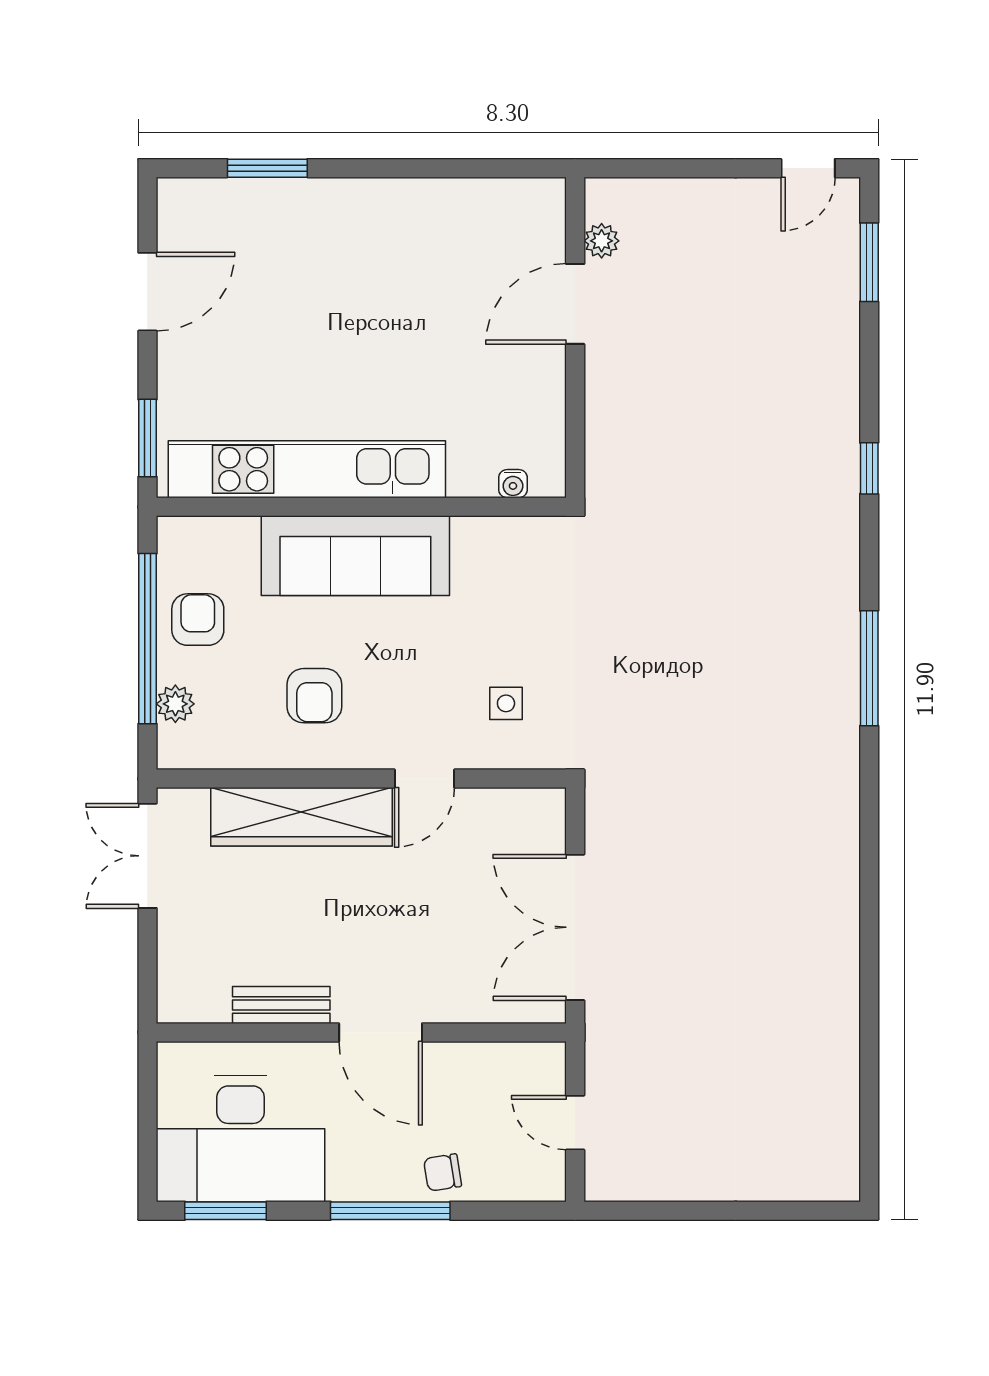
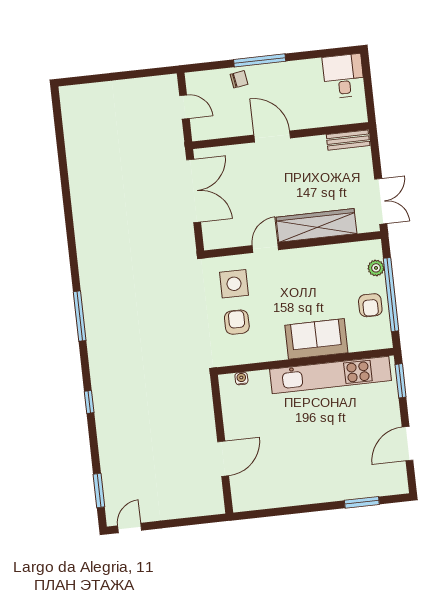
plant: (602, 241) -> (215, 487), removed
sofa: (355, 556) -> (316, 339), width x0.73
armchair: (314, 696) -> (237, 322), moved
side table: (506, 703) -> (234, 284), width x1.87, depth x1.87
bench: (281, 1005) -> (348, 140), moved
desk: (241, 1139) -> (343, 76), width x0.53, depth x0.77
window: (226, 1211) -> (330, 53), removed

